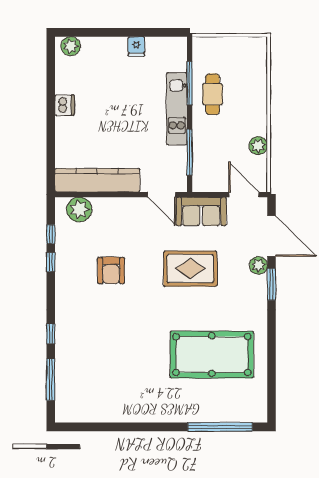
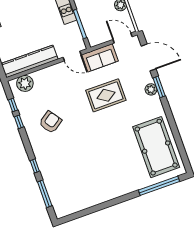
plant: (258, 265) -> (151, 89), moved
armchair: (111, 270) -> (50, 122), moved, turned -125
pool table: (212, 355) -> (156, 147), moved, turned 90

